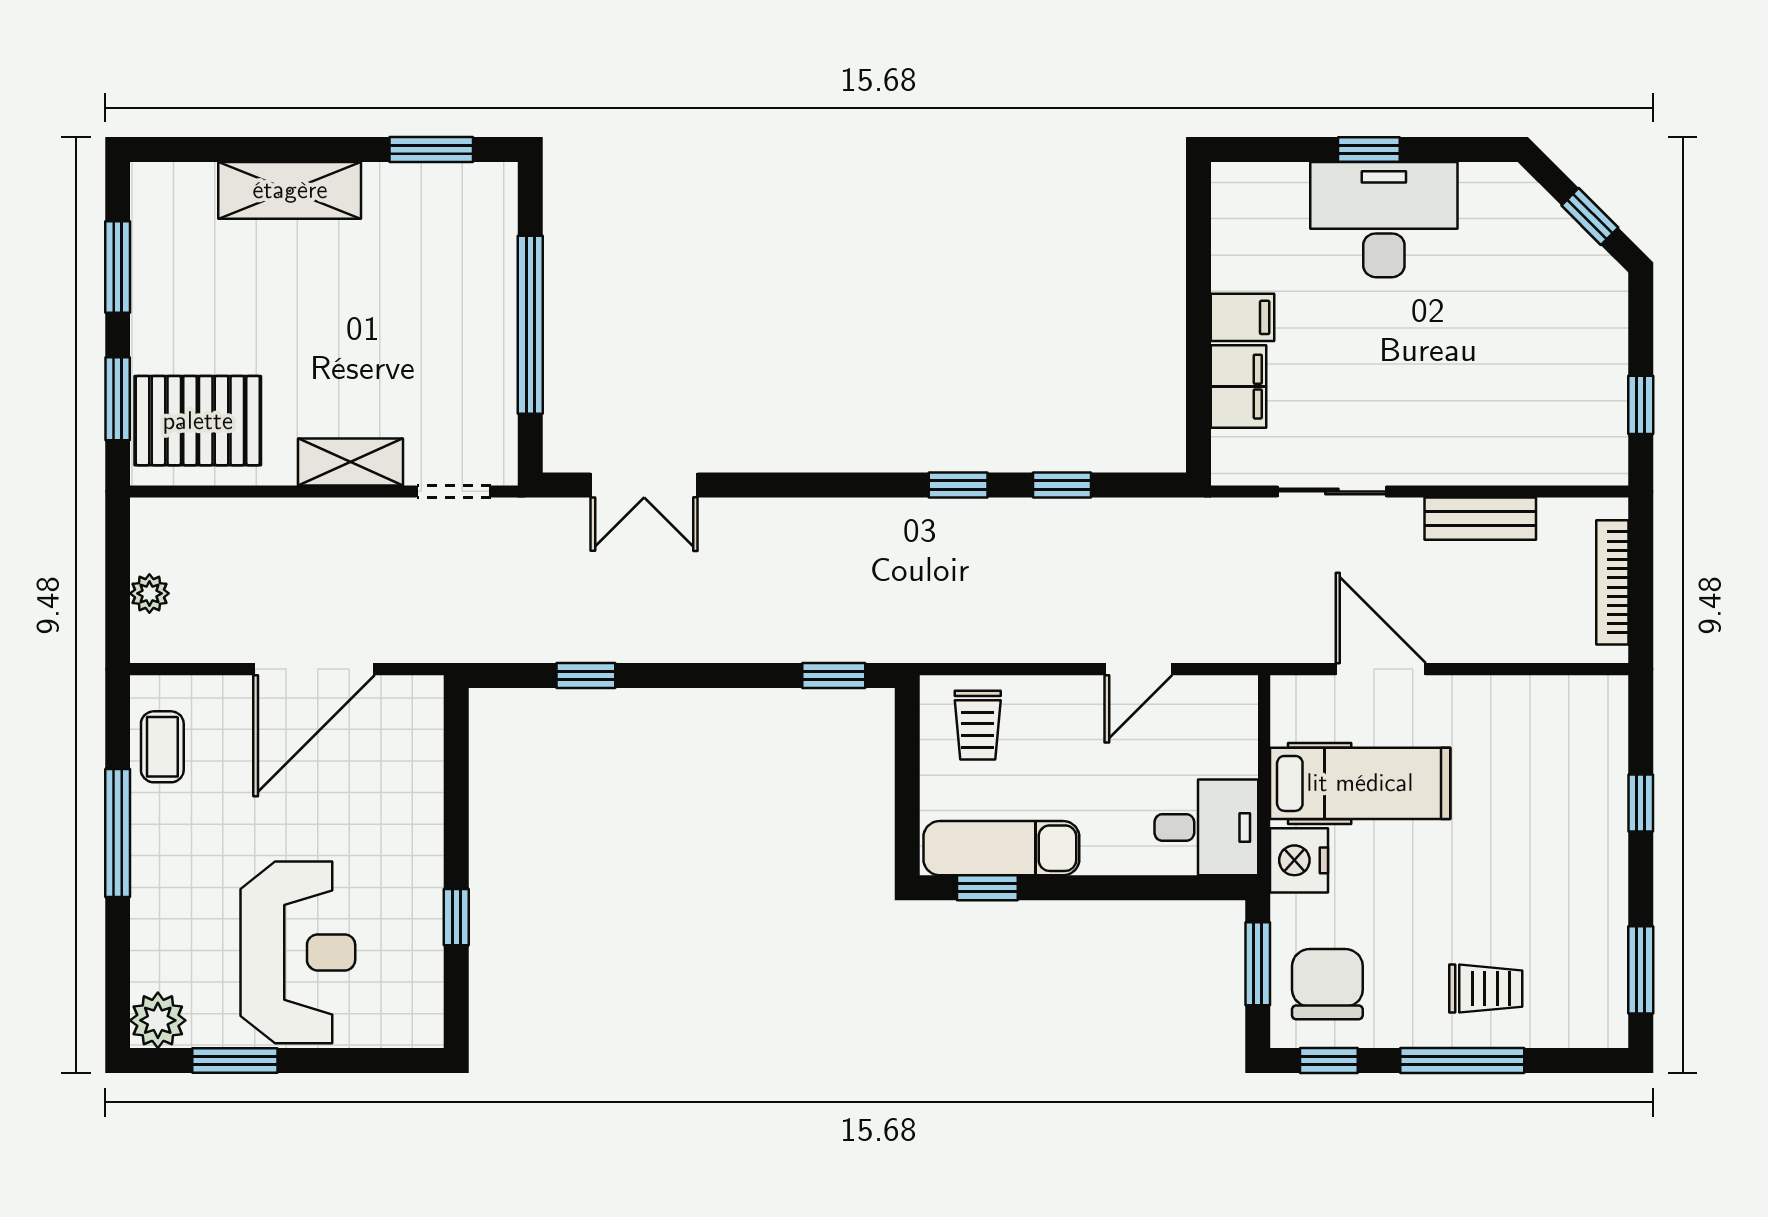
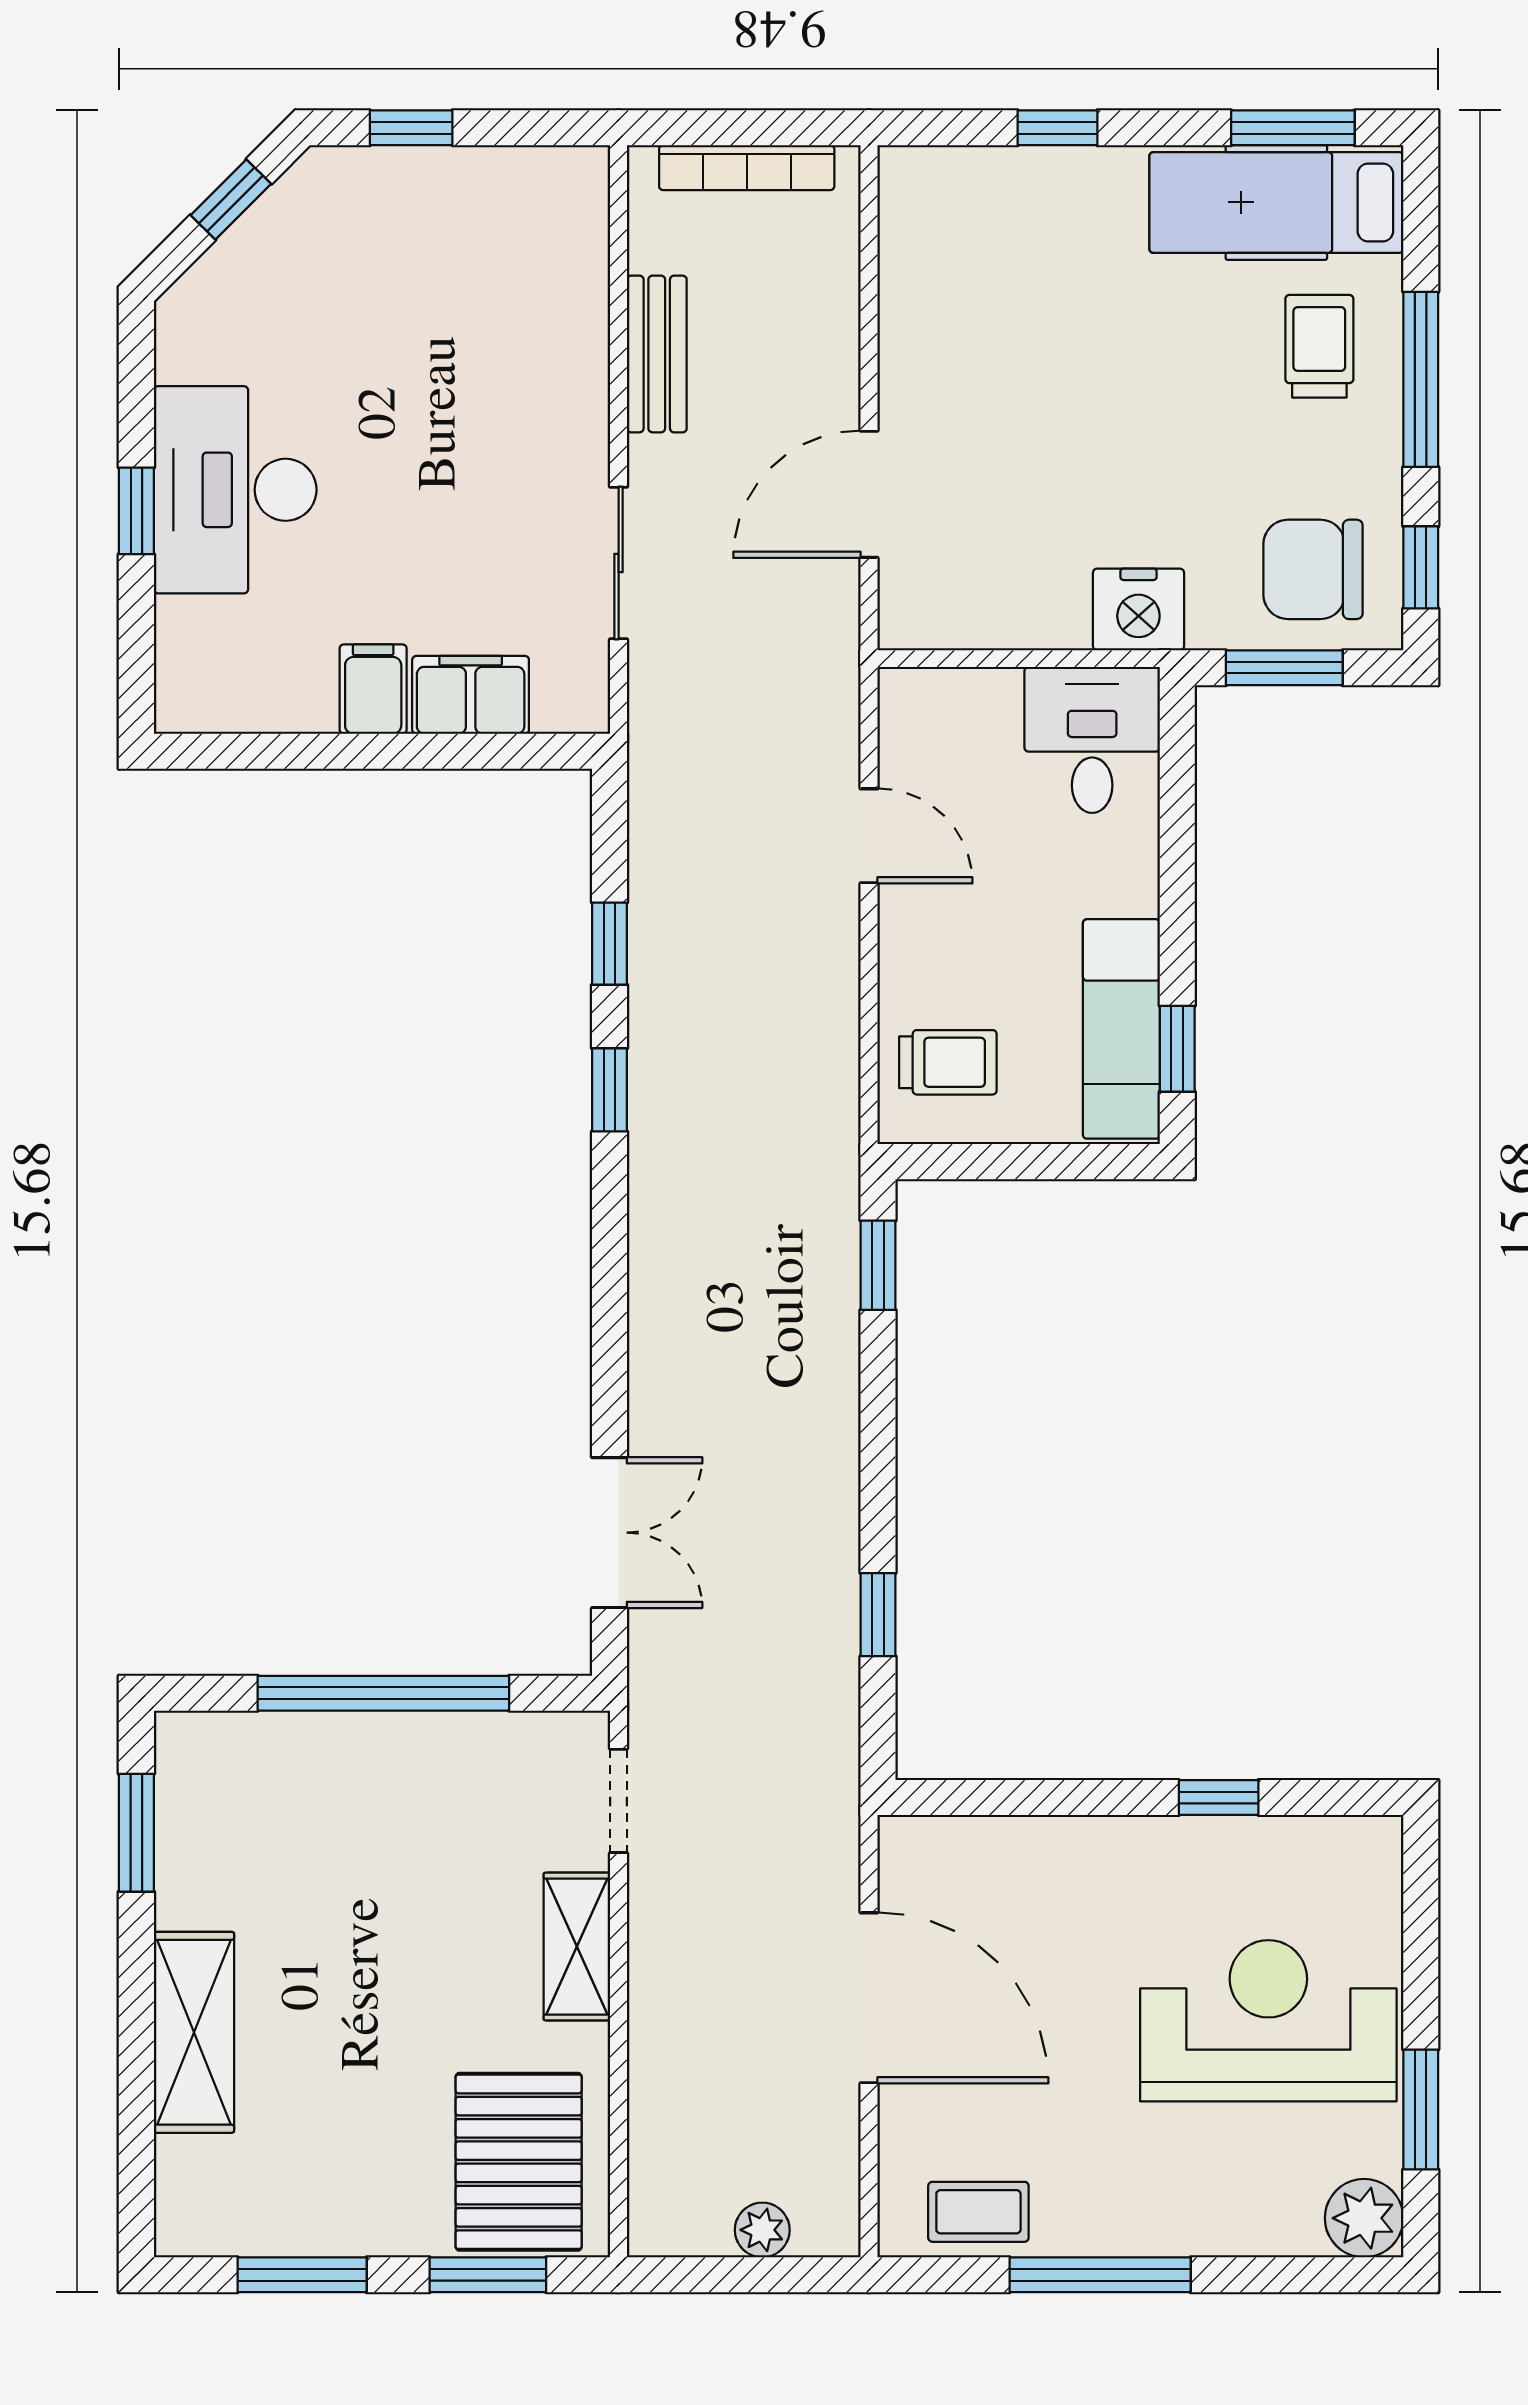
window: (1641, 405) -> (411, 128), moved
hospital bed: (1360, 783) -> (1276, 202), moved, turned -90

